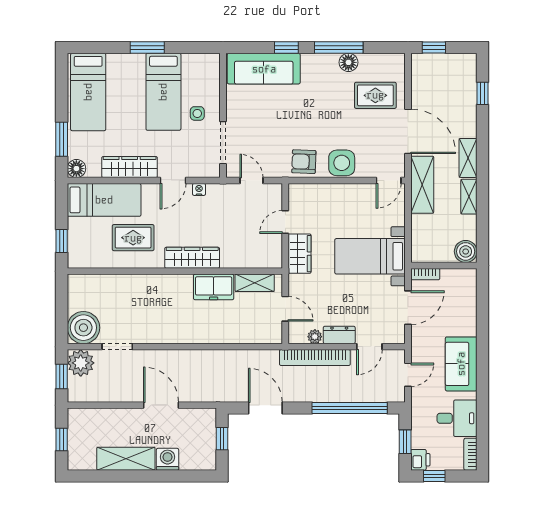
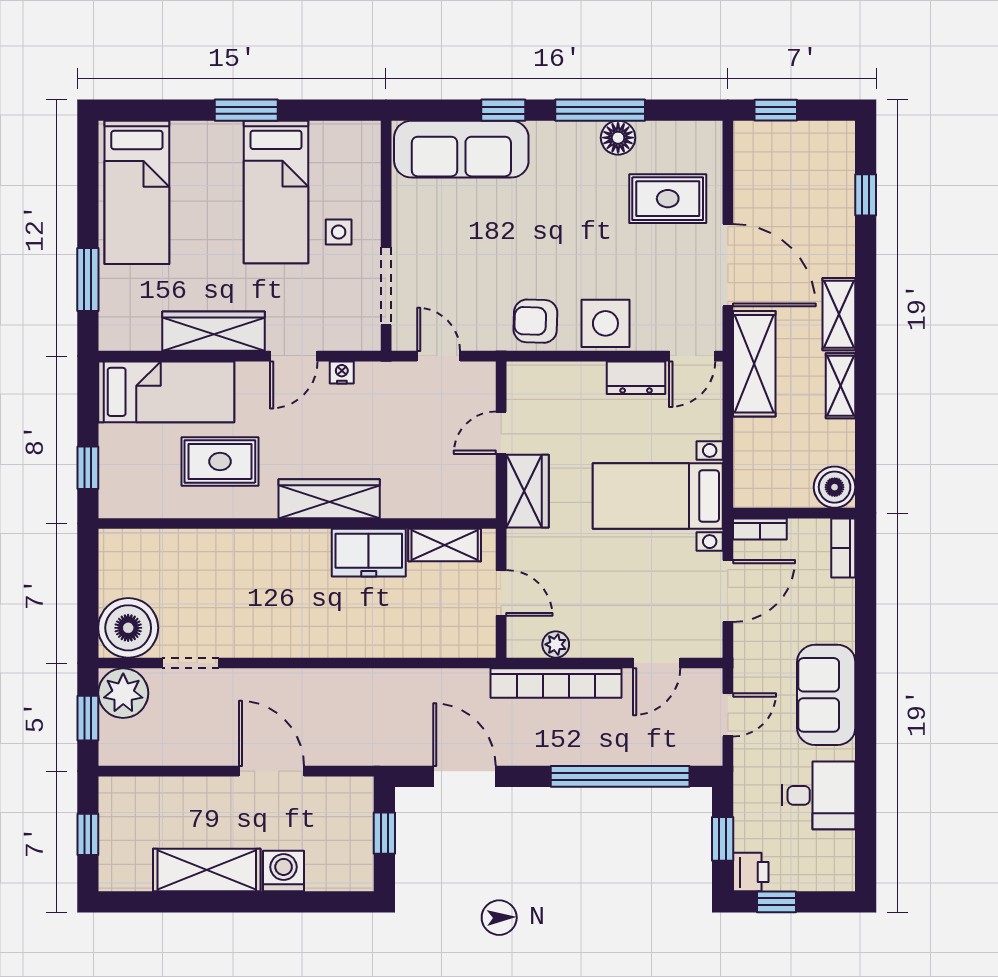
floor lamp: (76, 169) -> (115, 334), removed
dresser: (339, 335) -> (636, 378), moved, turned 180
bookcase: (470, 454) -> (843, 548), moved

